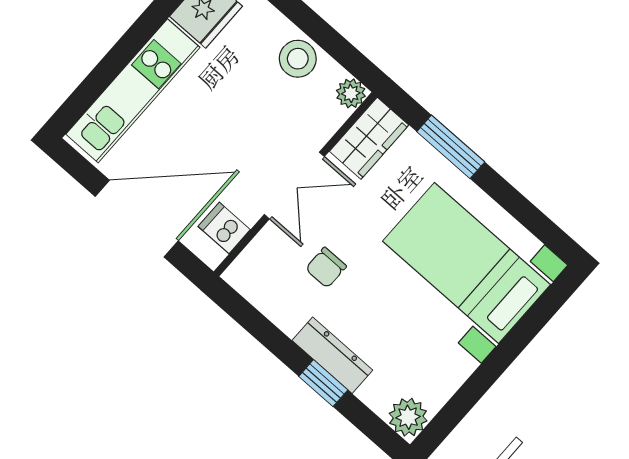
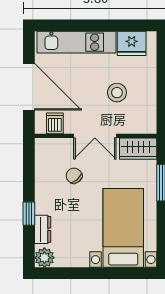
stool: (298, 59) -> (117, 93), moved
plant: (351, 93) -> (149, 126), removed
chair: (326, 268) -> (74, 176), turned 49
dresser: (332, 355) -> (43, 229), moved, width x0.70

